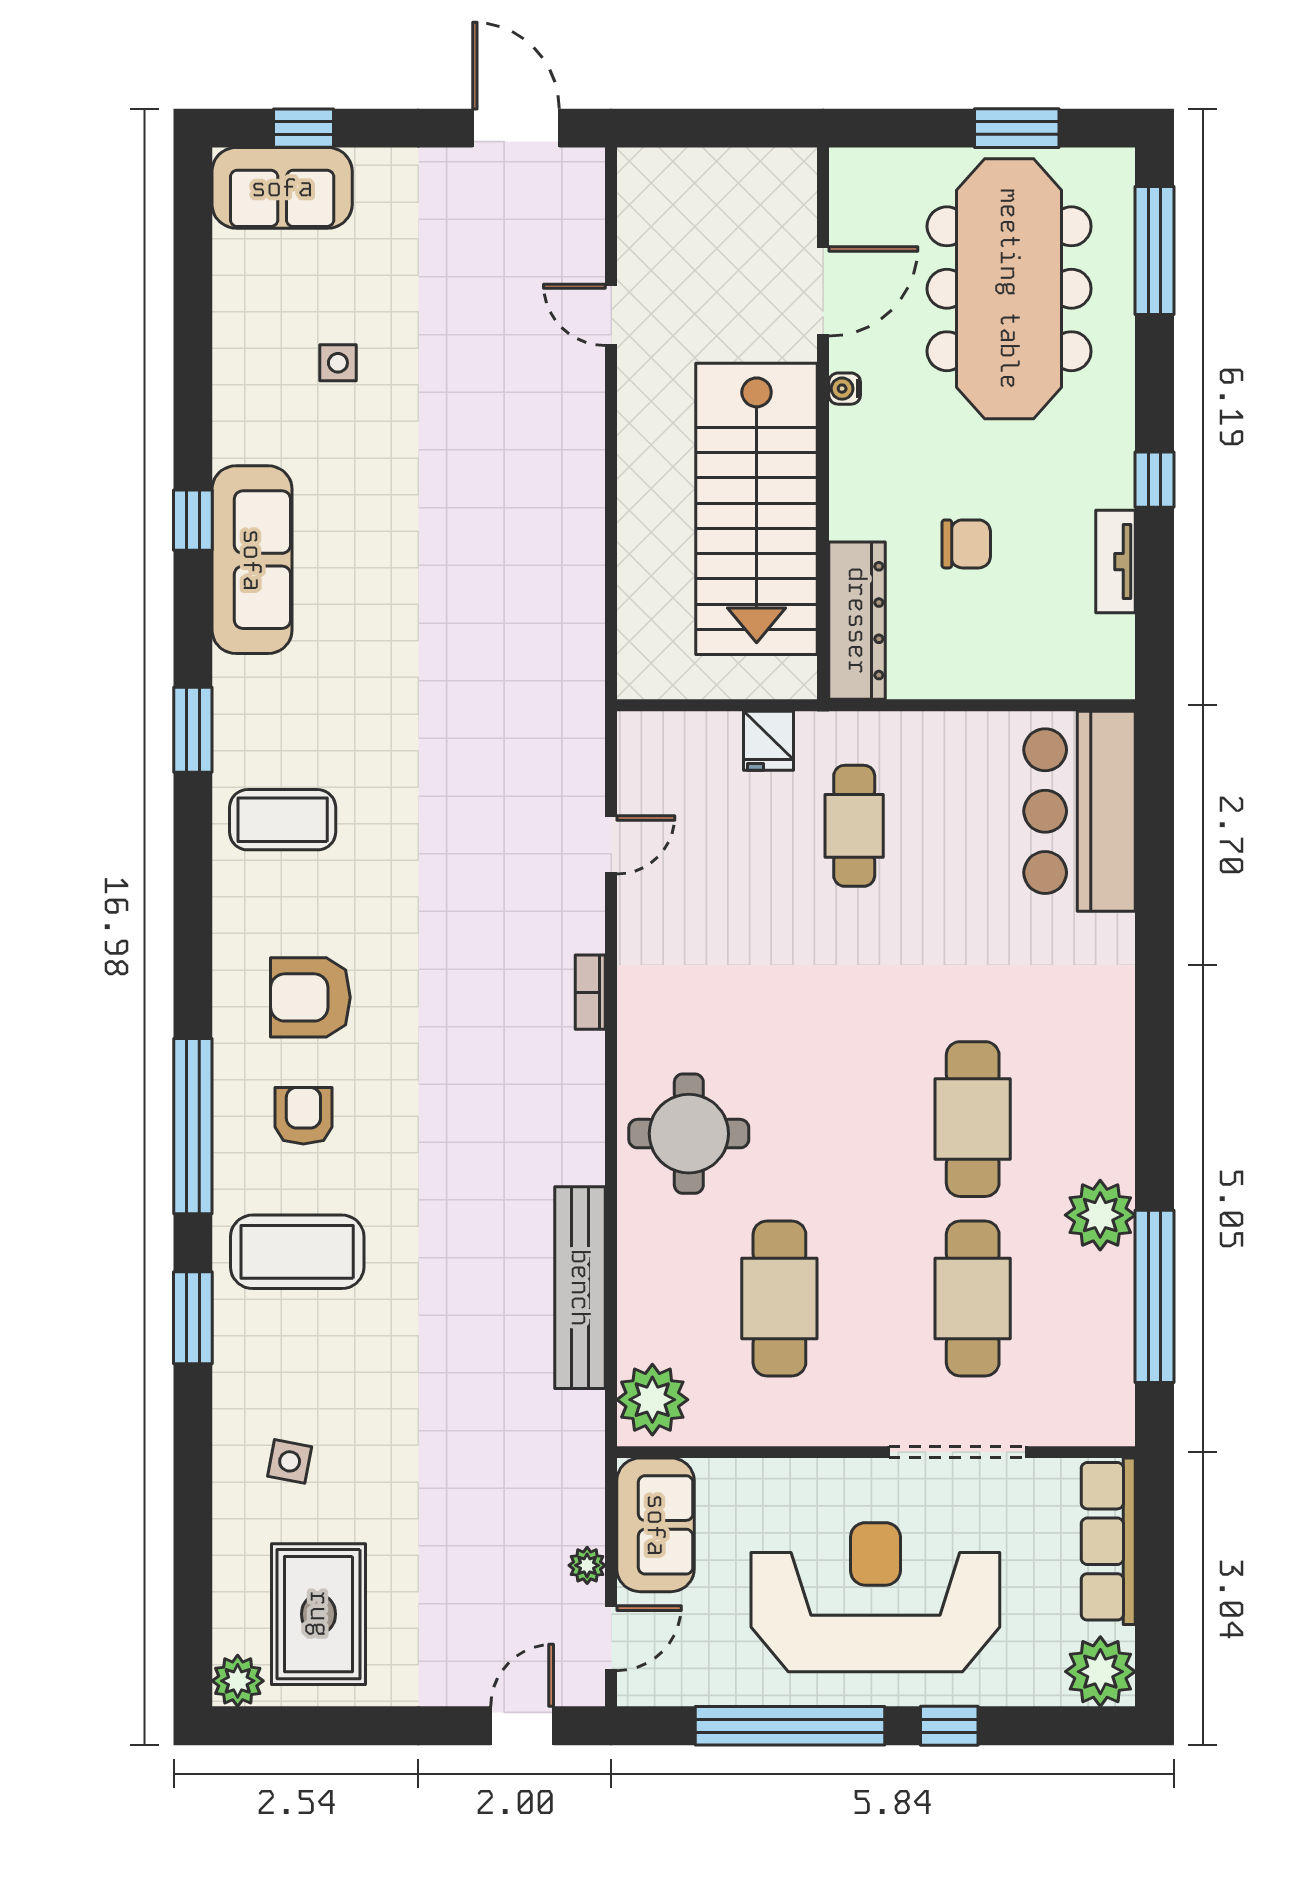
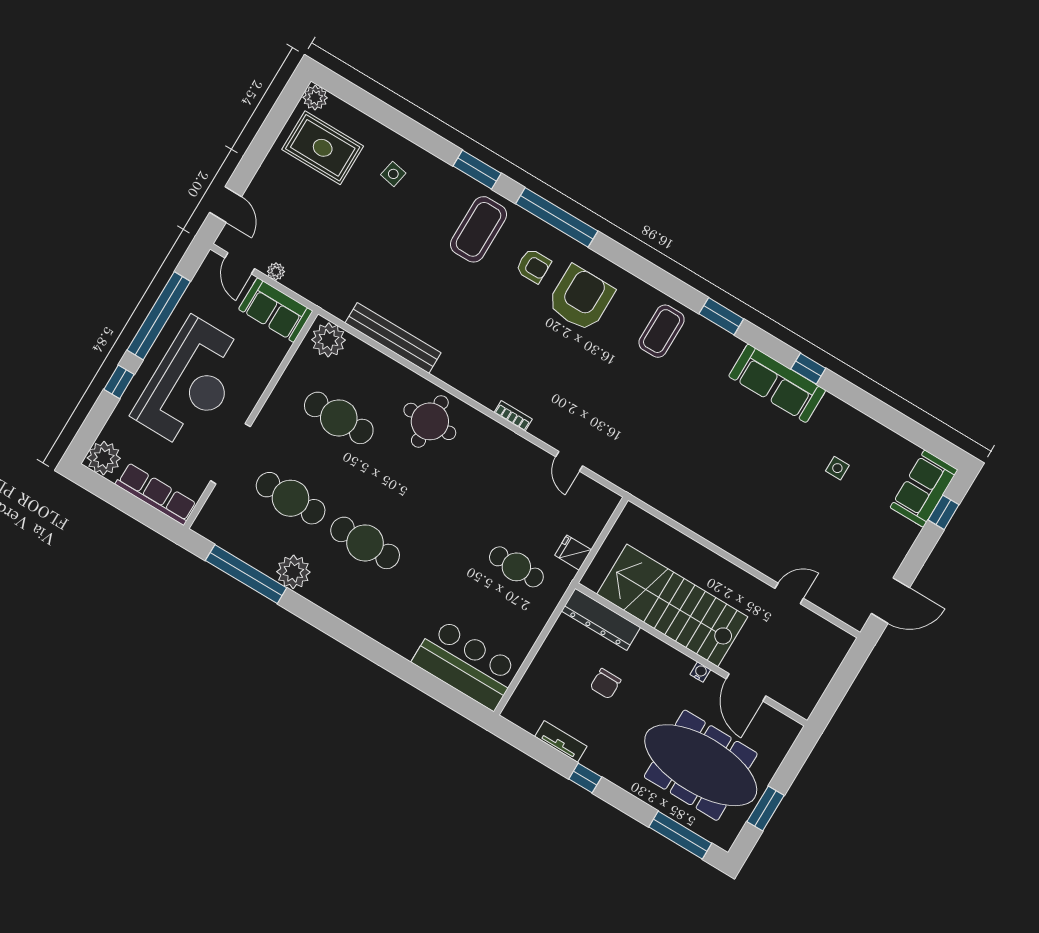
armchair: (310, 997) -> (581, 298), width x1.36, depth x1.36

